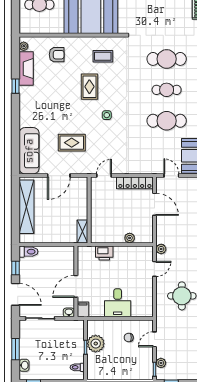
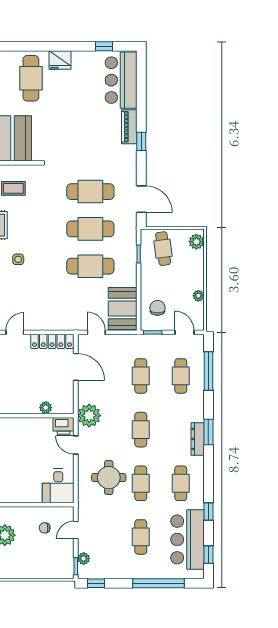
cafe table: (167, 90) -> (90, 229), width x1.37, depth x1.35
plant: (161, 249) -> (89, 416), width x1.88, depth x1.88
printer: (104, 253) -> (64, 426), moved
door: (154, 269) -> (76, 445), swing flipped
desk: (118, 303) -> (58, 486), moved

